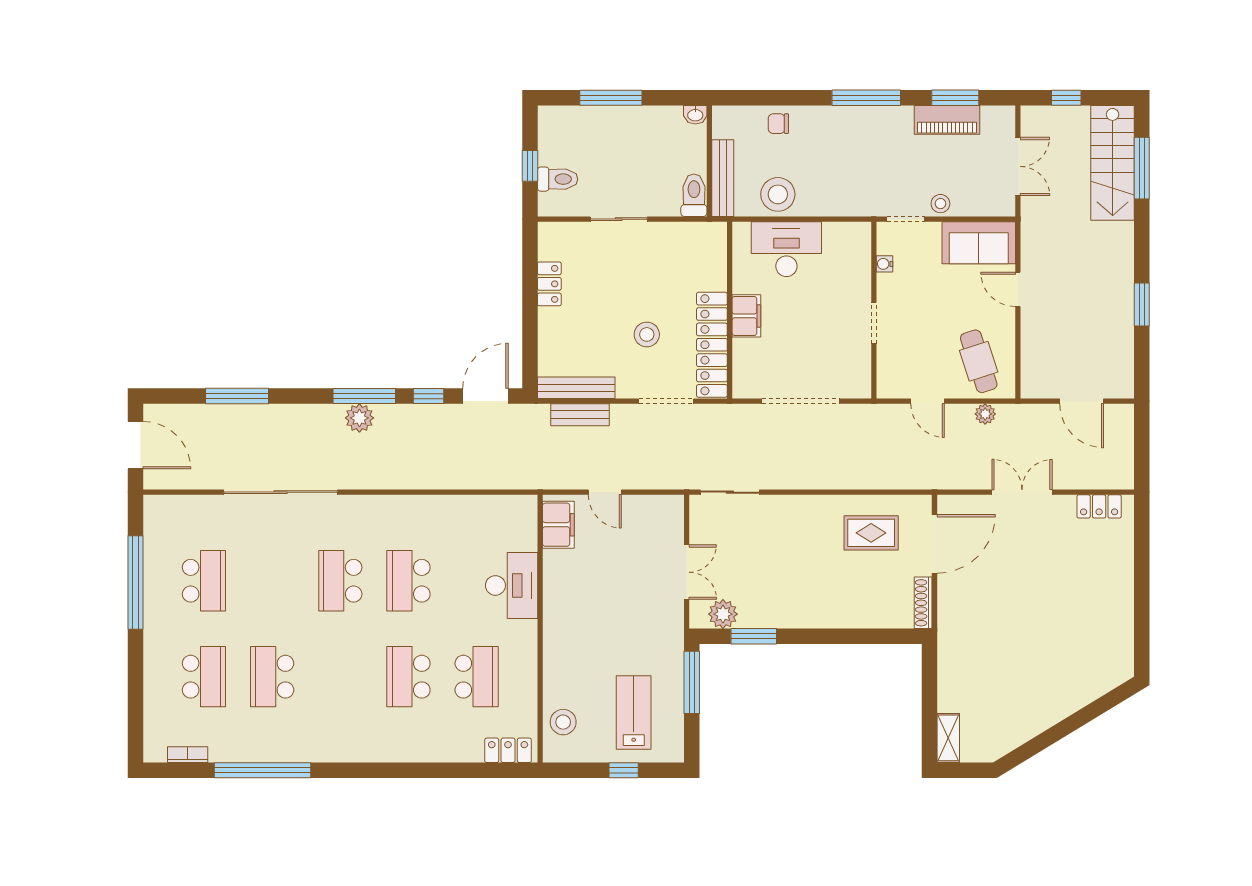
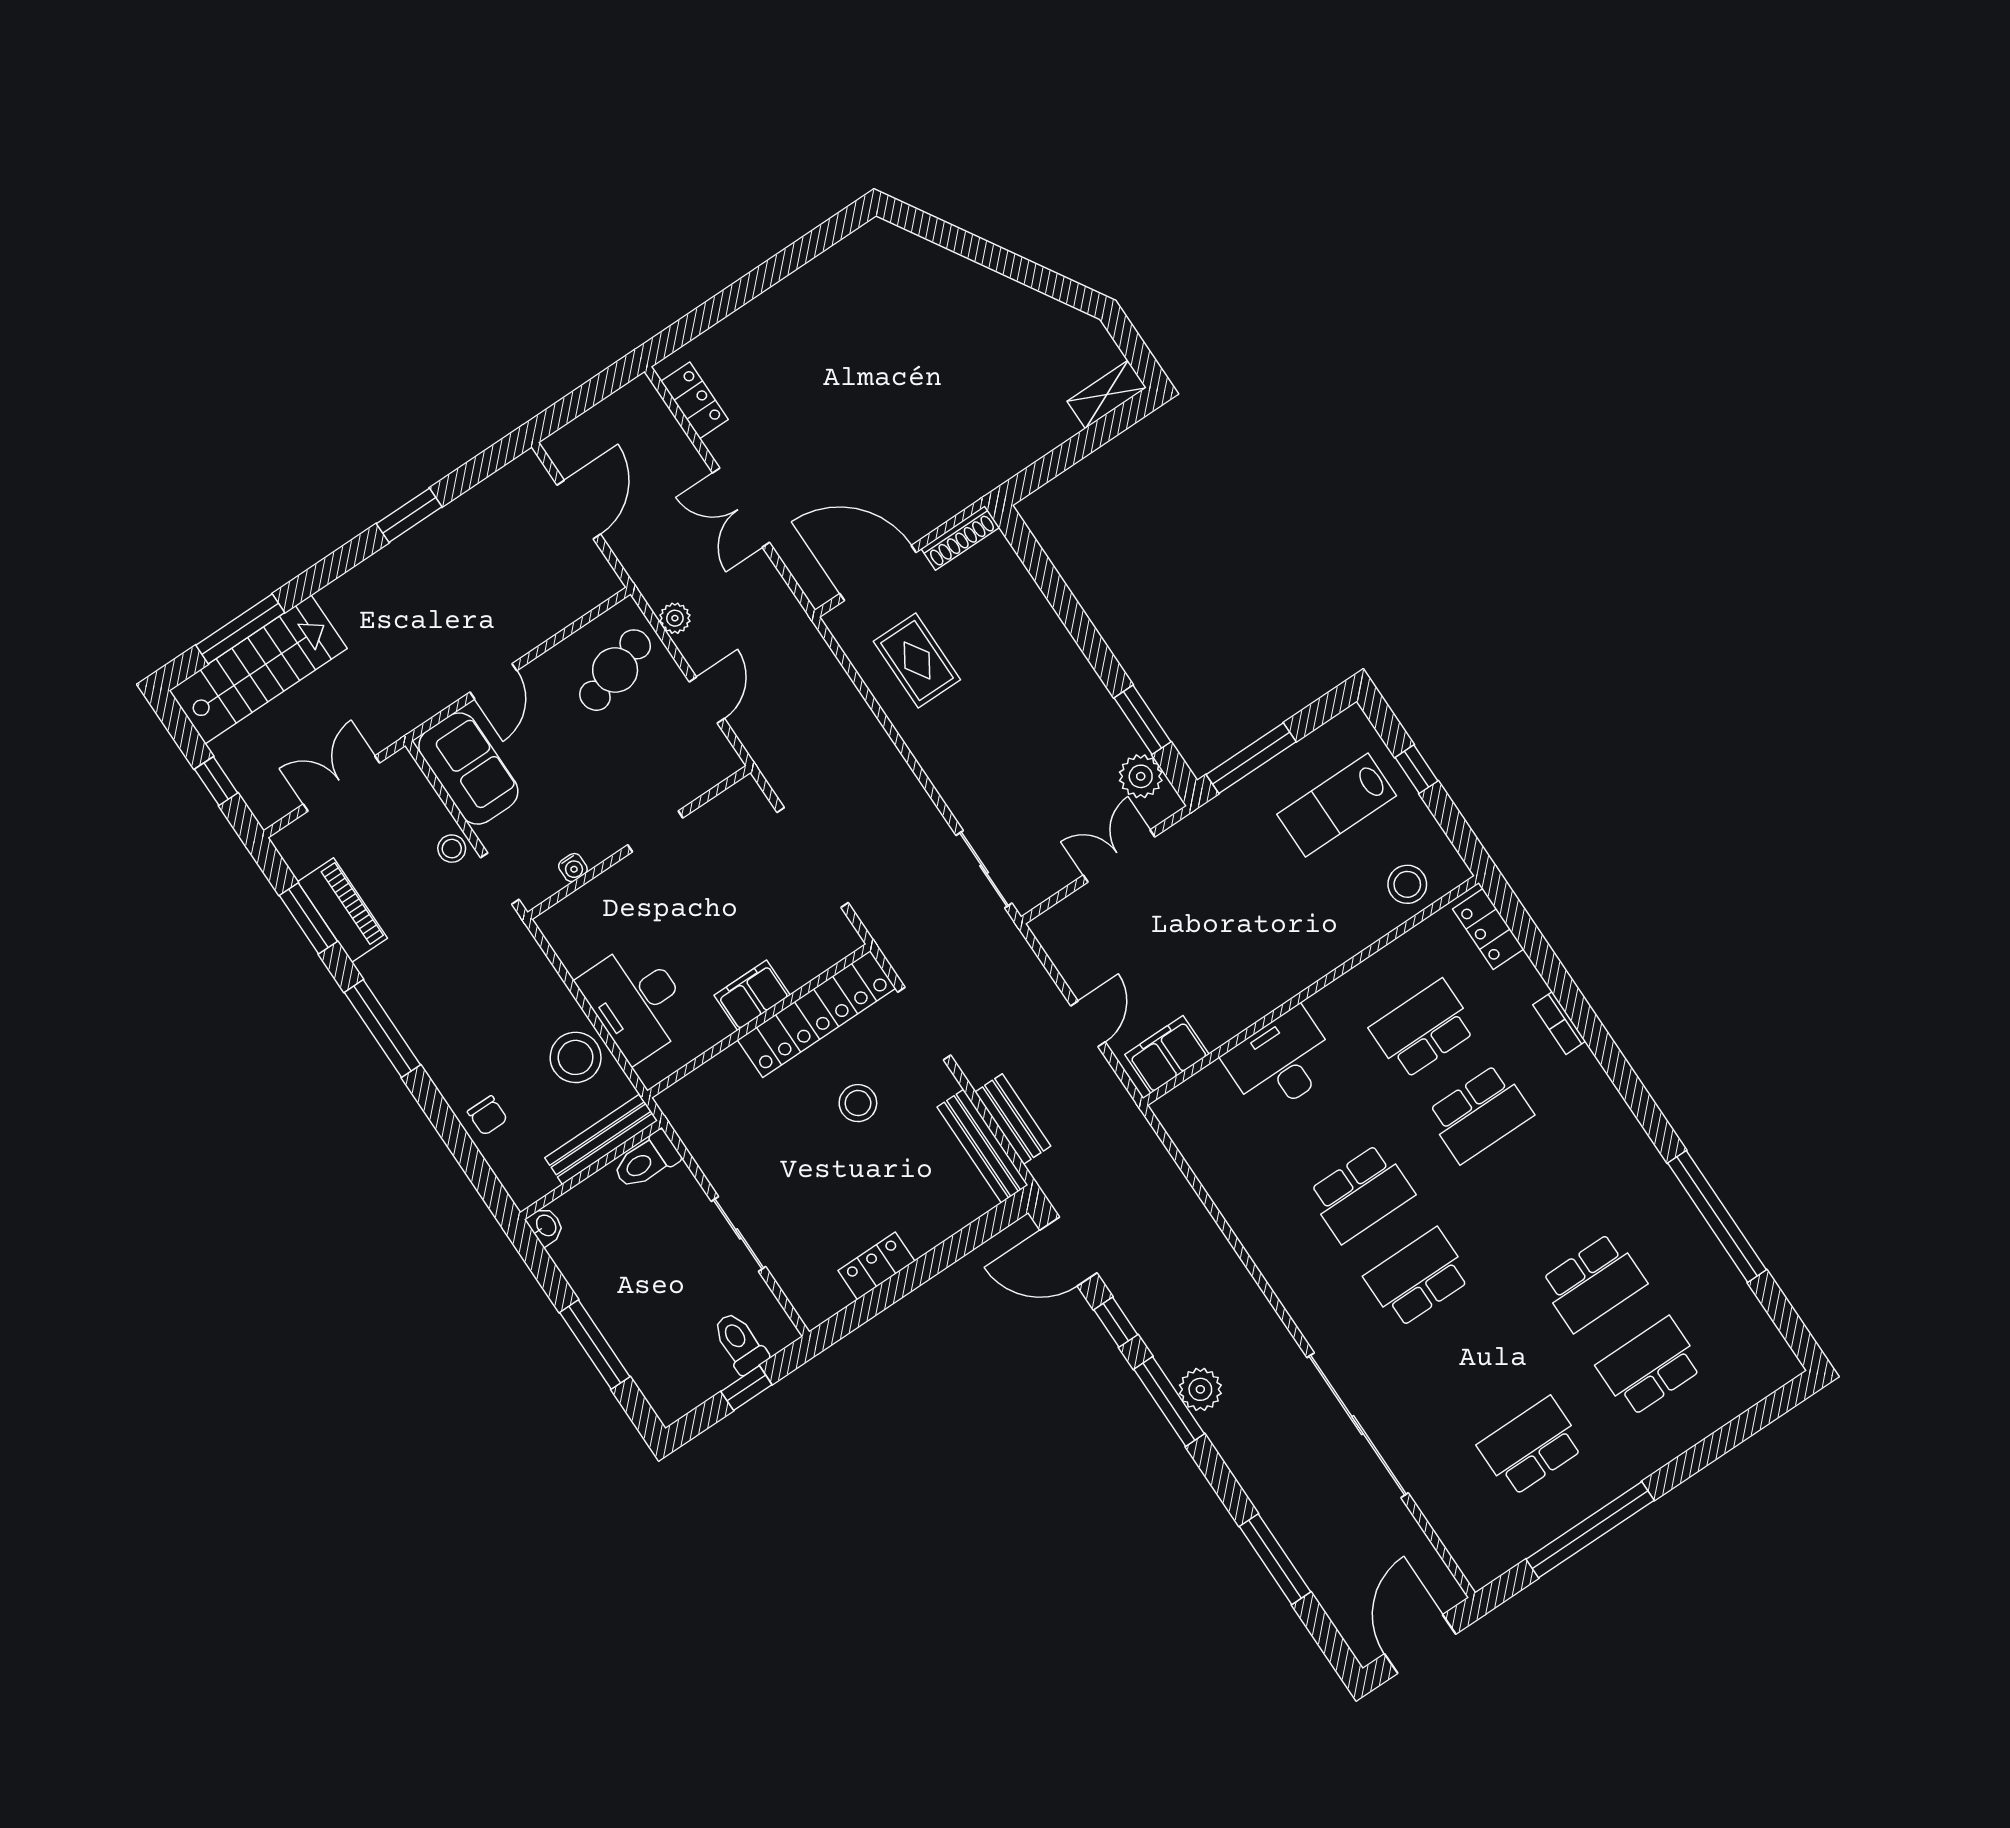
school desk: (340, 581) -> (1418, 1278), turned 180
bookcase: (188, 755) -> (1559, 1023), moved

